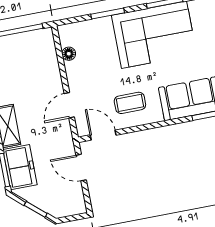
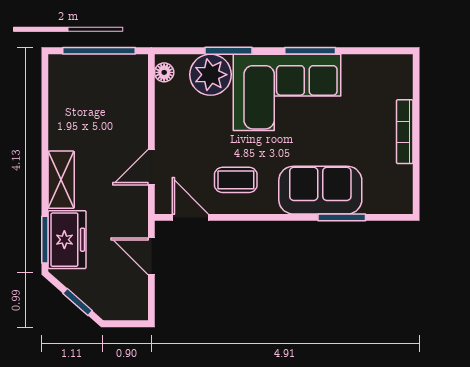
plant: (98, 33) -> (211, 75), added
floor lamp: (69, 54) -> (164, 72), moved

